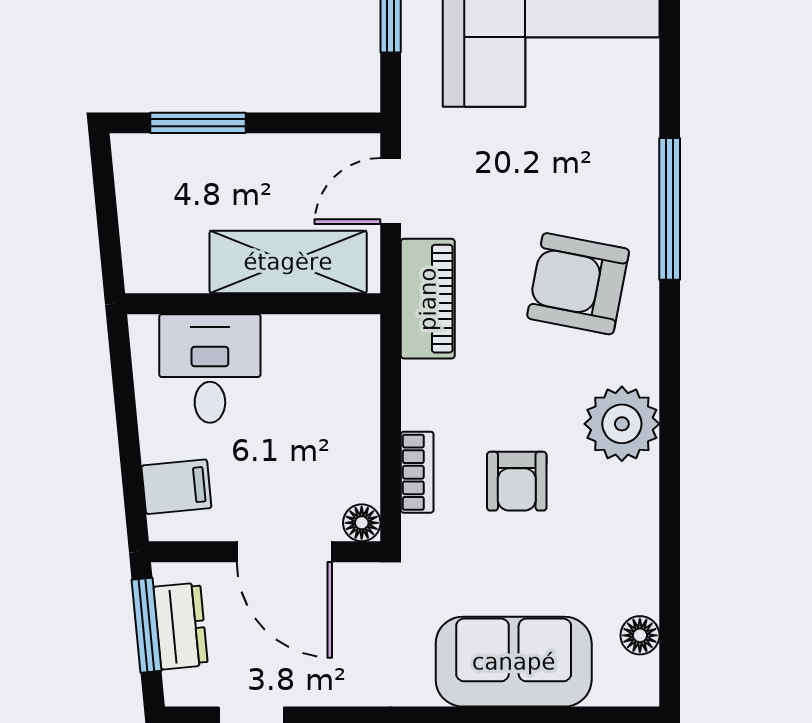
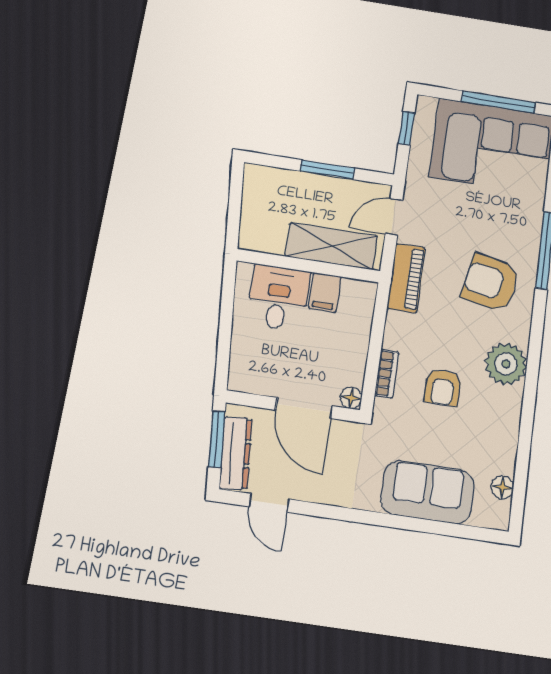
window: (198, 123) -> (327, 170), moved
filing cabinet: (176, 487) -> (325, 292), moved, turned 96
dresser: (181, 626) -> (236, 453), width x1.44

